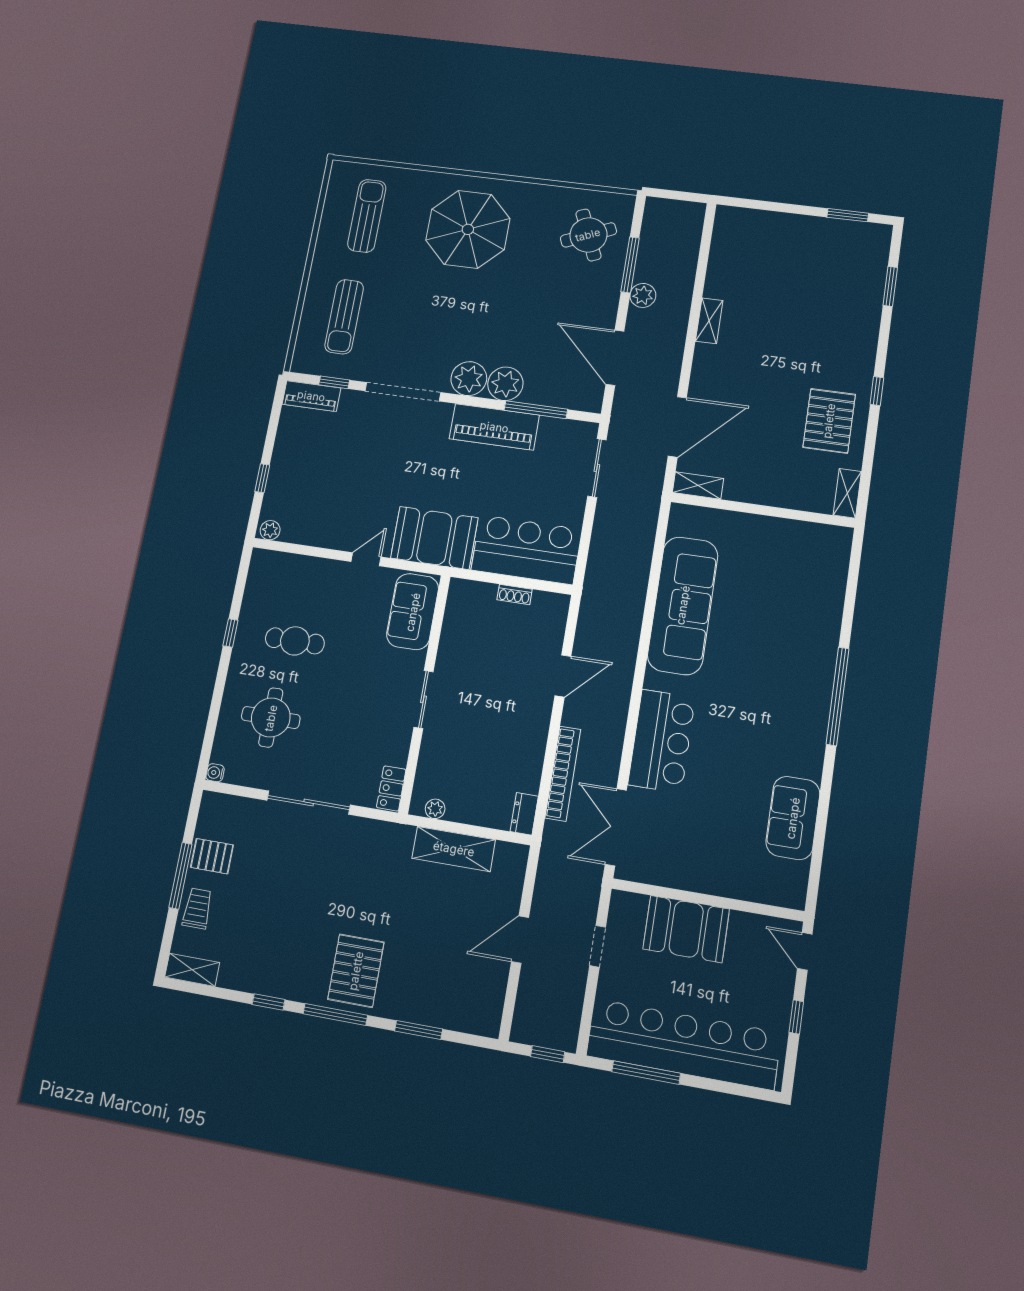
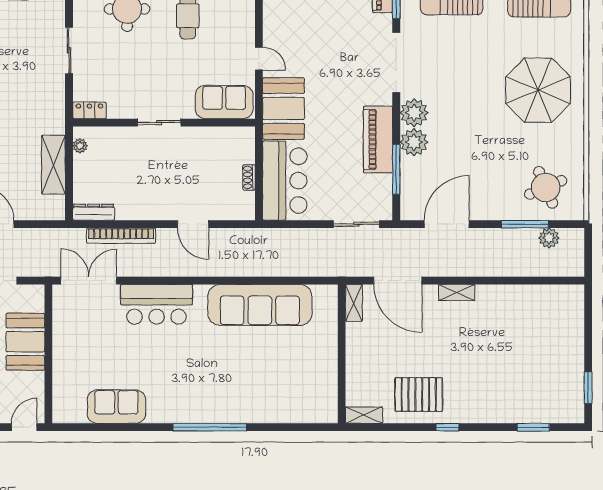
plant: (643, 295) -> (549, 238), moved
shelving: (709, 321) -> (457, 292), moved
sliding door: (309, 803) -> (69, 50), width x0.73
dresser: (524, 814) -> (94, 212), width x1.44

